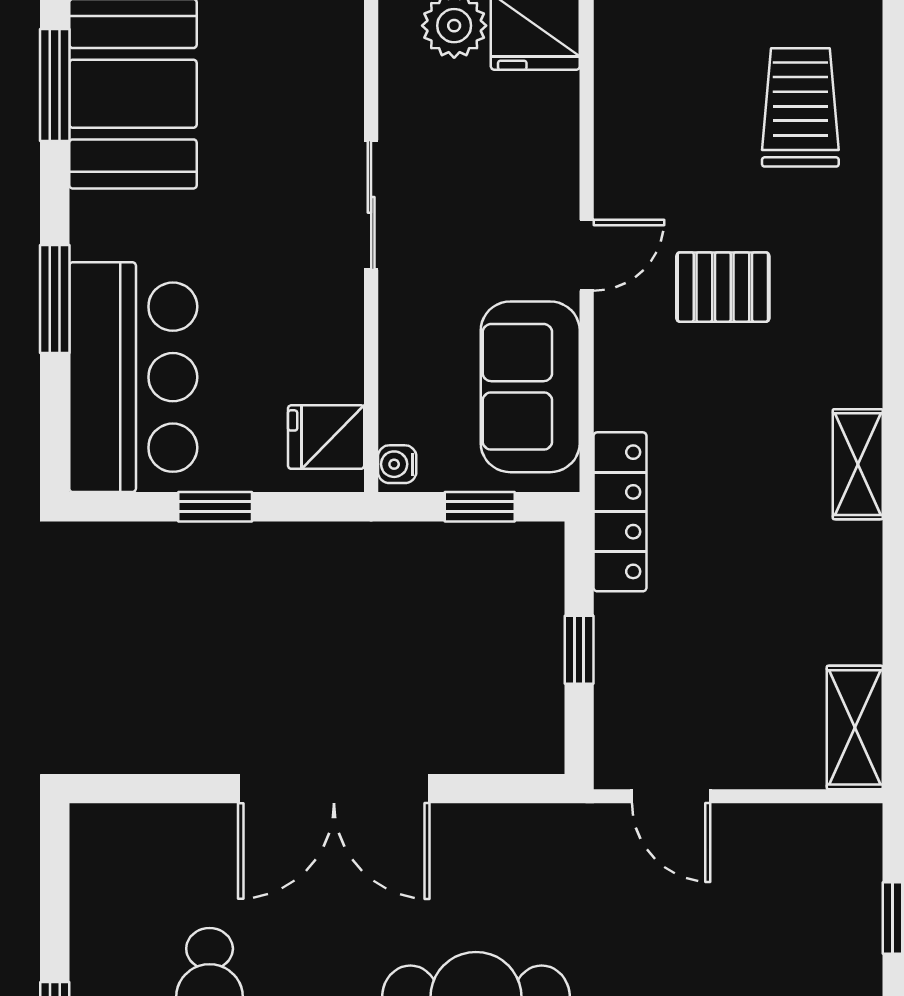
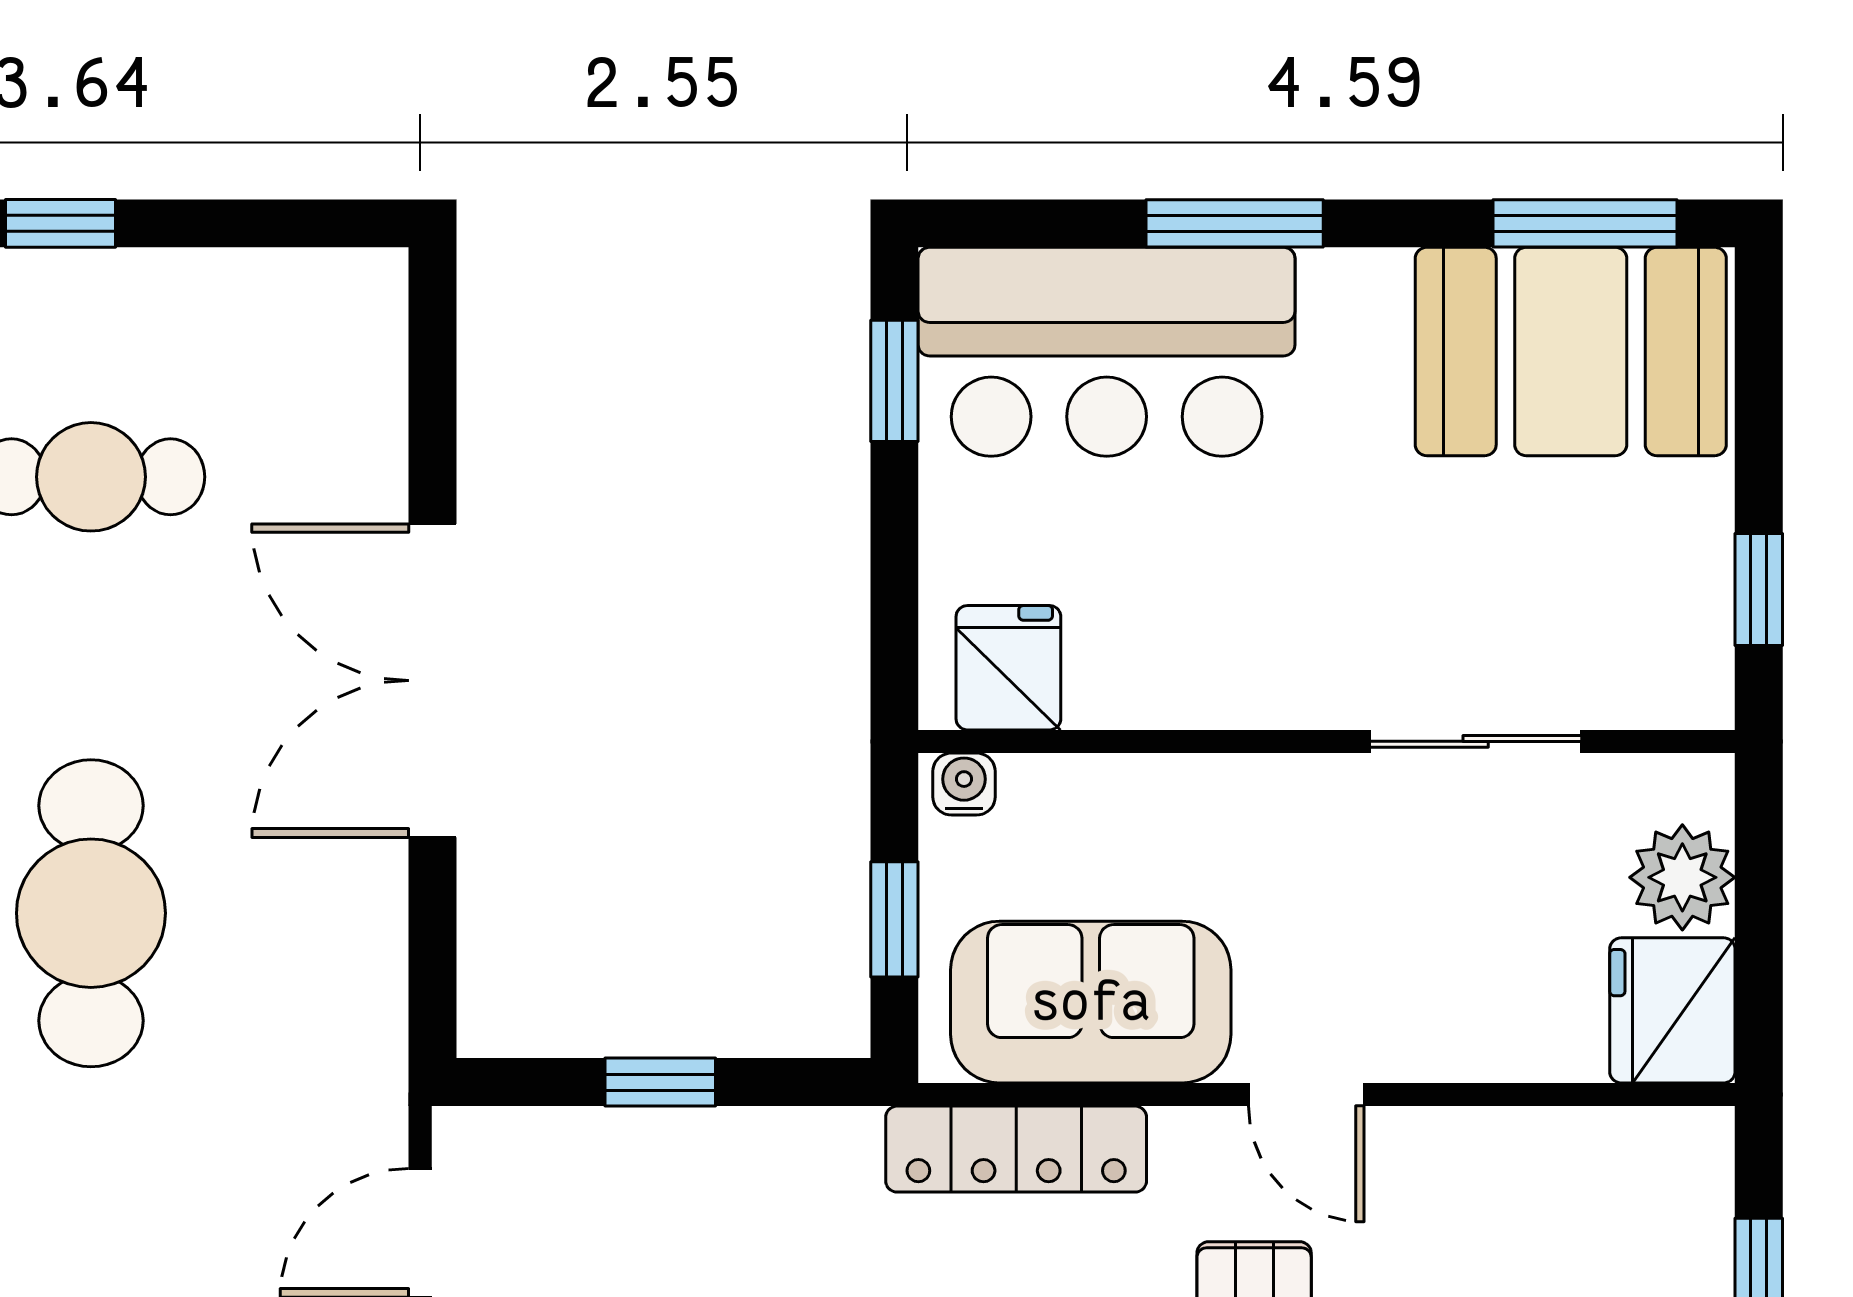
sliding door: (371, 205) -> (1476, 741), moved
window: (215, 507) -> (894, 381), moved
locker: (620, 512) -> (1016, 1149), moved

